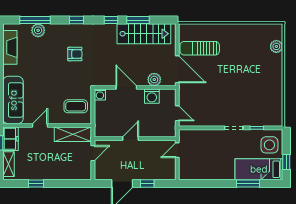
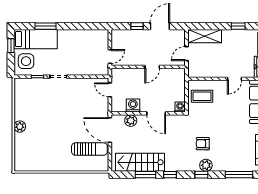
plant: (38, 30) -> (206, 165), moved
plant: (276, 46) -> (20, 127), moved
shelving: (73, 134) -> (205, 36), moved

